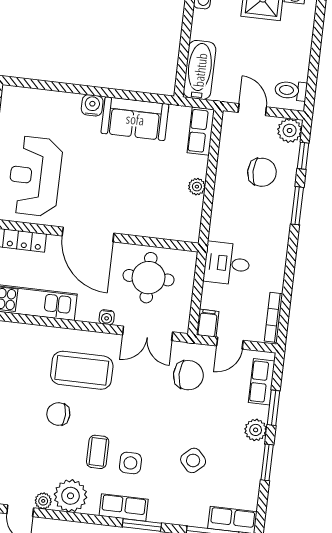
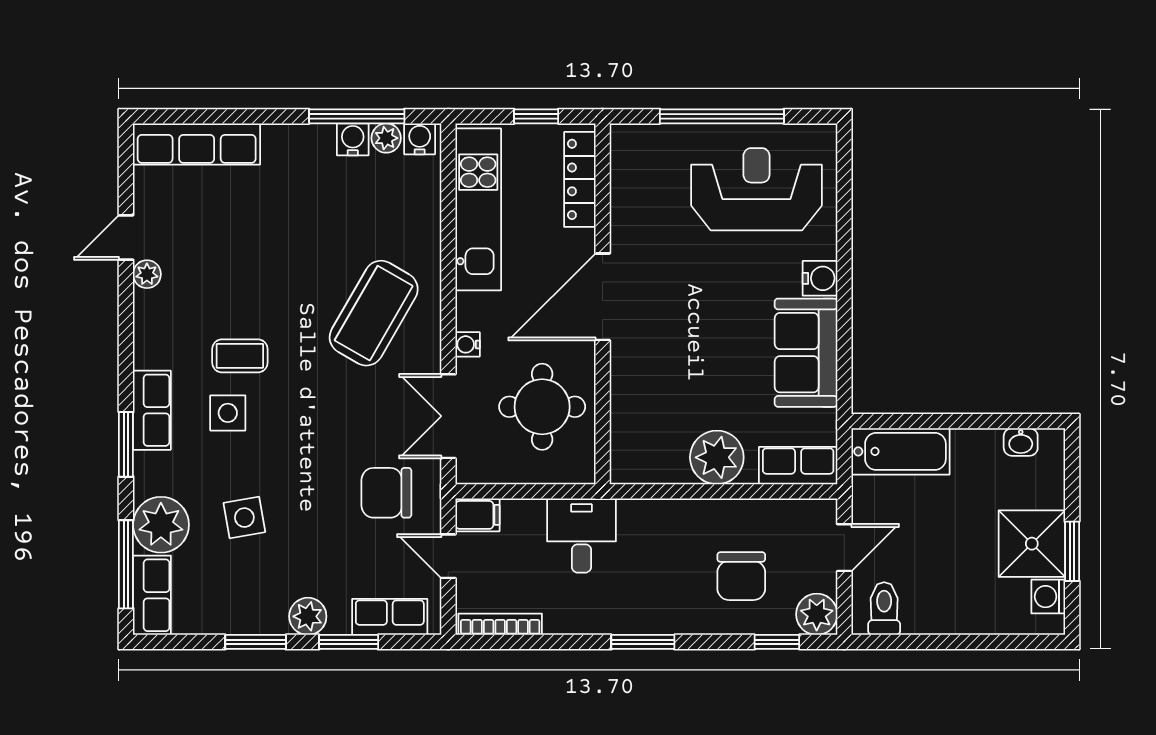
reception desk: (35, 176) -> (756, 189), moved
plant: (197, 187) -> (717, 457), width x1.88, depth x1.88
window: (297, 206) -> (643, 642), moved
coffee table: (82, 370) -> (374, 313), turned 30
chair: (188, 375) -> (386, 493), turned 90
chair: (58, 414) -> (296, 282), removed
side table: (193, 460) -> (244, 518), turned 32
plant: (70, 496) -> (161, 525), moved

